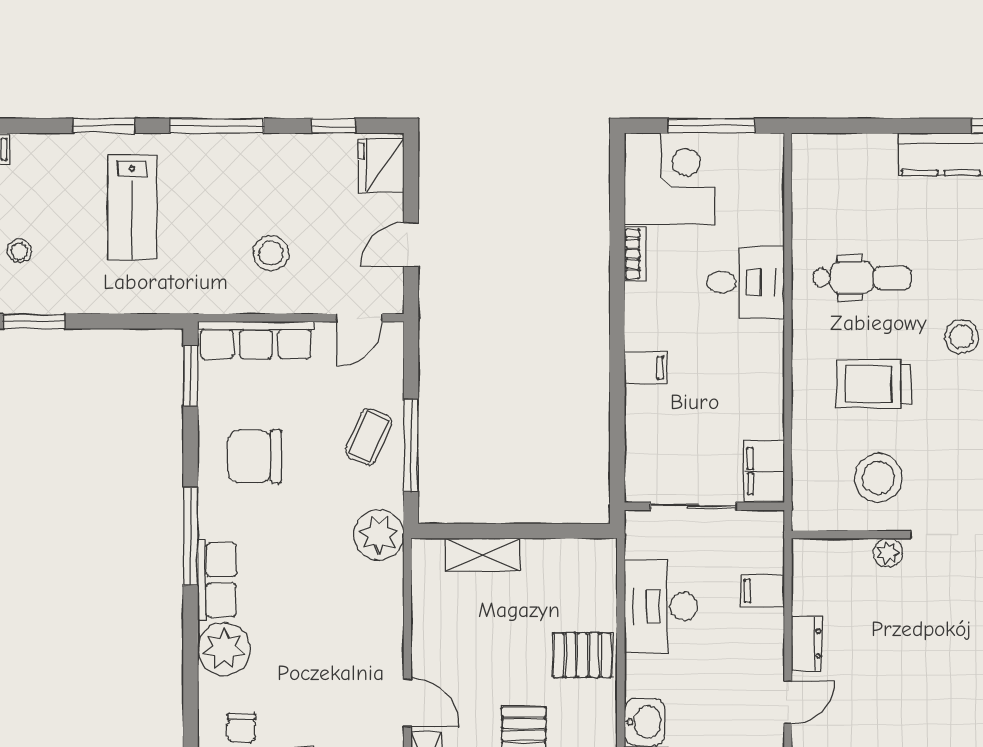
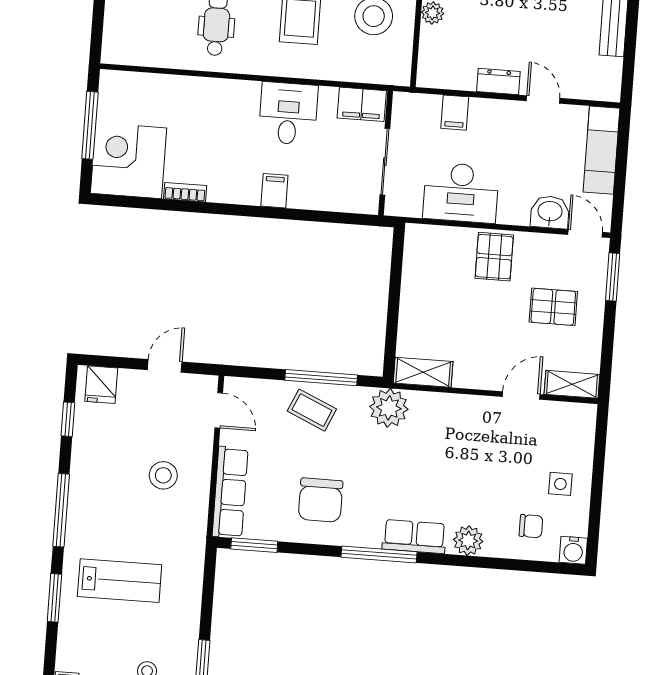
fridge: (381, 165) -> (101, 385), width x0.72
door: (411, 244) -> (165, 366), swing flipped
desk: (746, 282) -> (288, 113), moved
shelving: (482, 555) -> (423, 372), moved, turned 90
plant: (224, 649) -> (468, 541), width x0.73, depth x0.73

